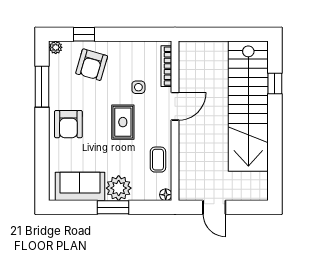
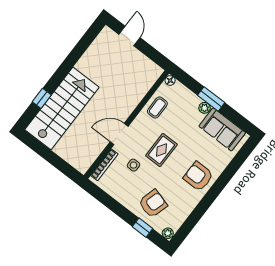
window: (42, 87) -> (197, 214), removed
stairs: (248, 106) -> (62, 108), width x0.73
armchair: (68, 124) -> (198, 176), turned -90
plant: (119, 188) -> (205, 108), width x0.53, depth x0.53
door: (214, 207) -> (129, 36), moved

